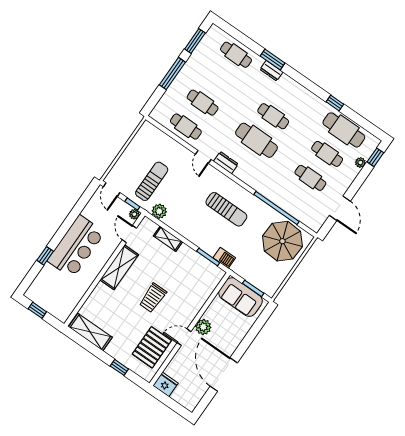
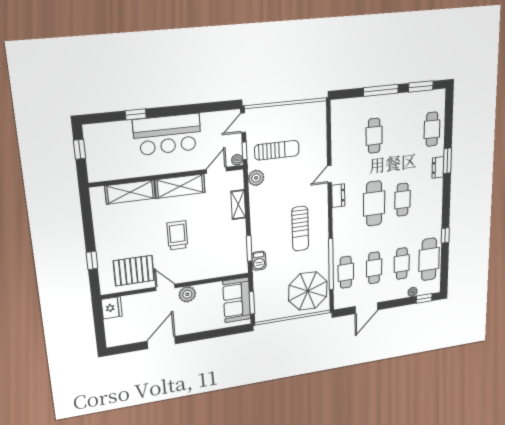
cafe table: (186, 127) -> (346, 272), moved
trolley: (153, 298) -> (177, 235), turned 90
shelving: (90, 332) -> (130, 192), moved, turned 90
door: (224, 375) -> (161, 343), width x0.73

